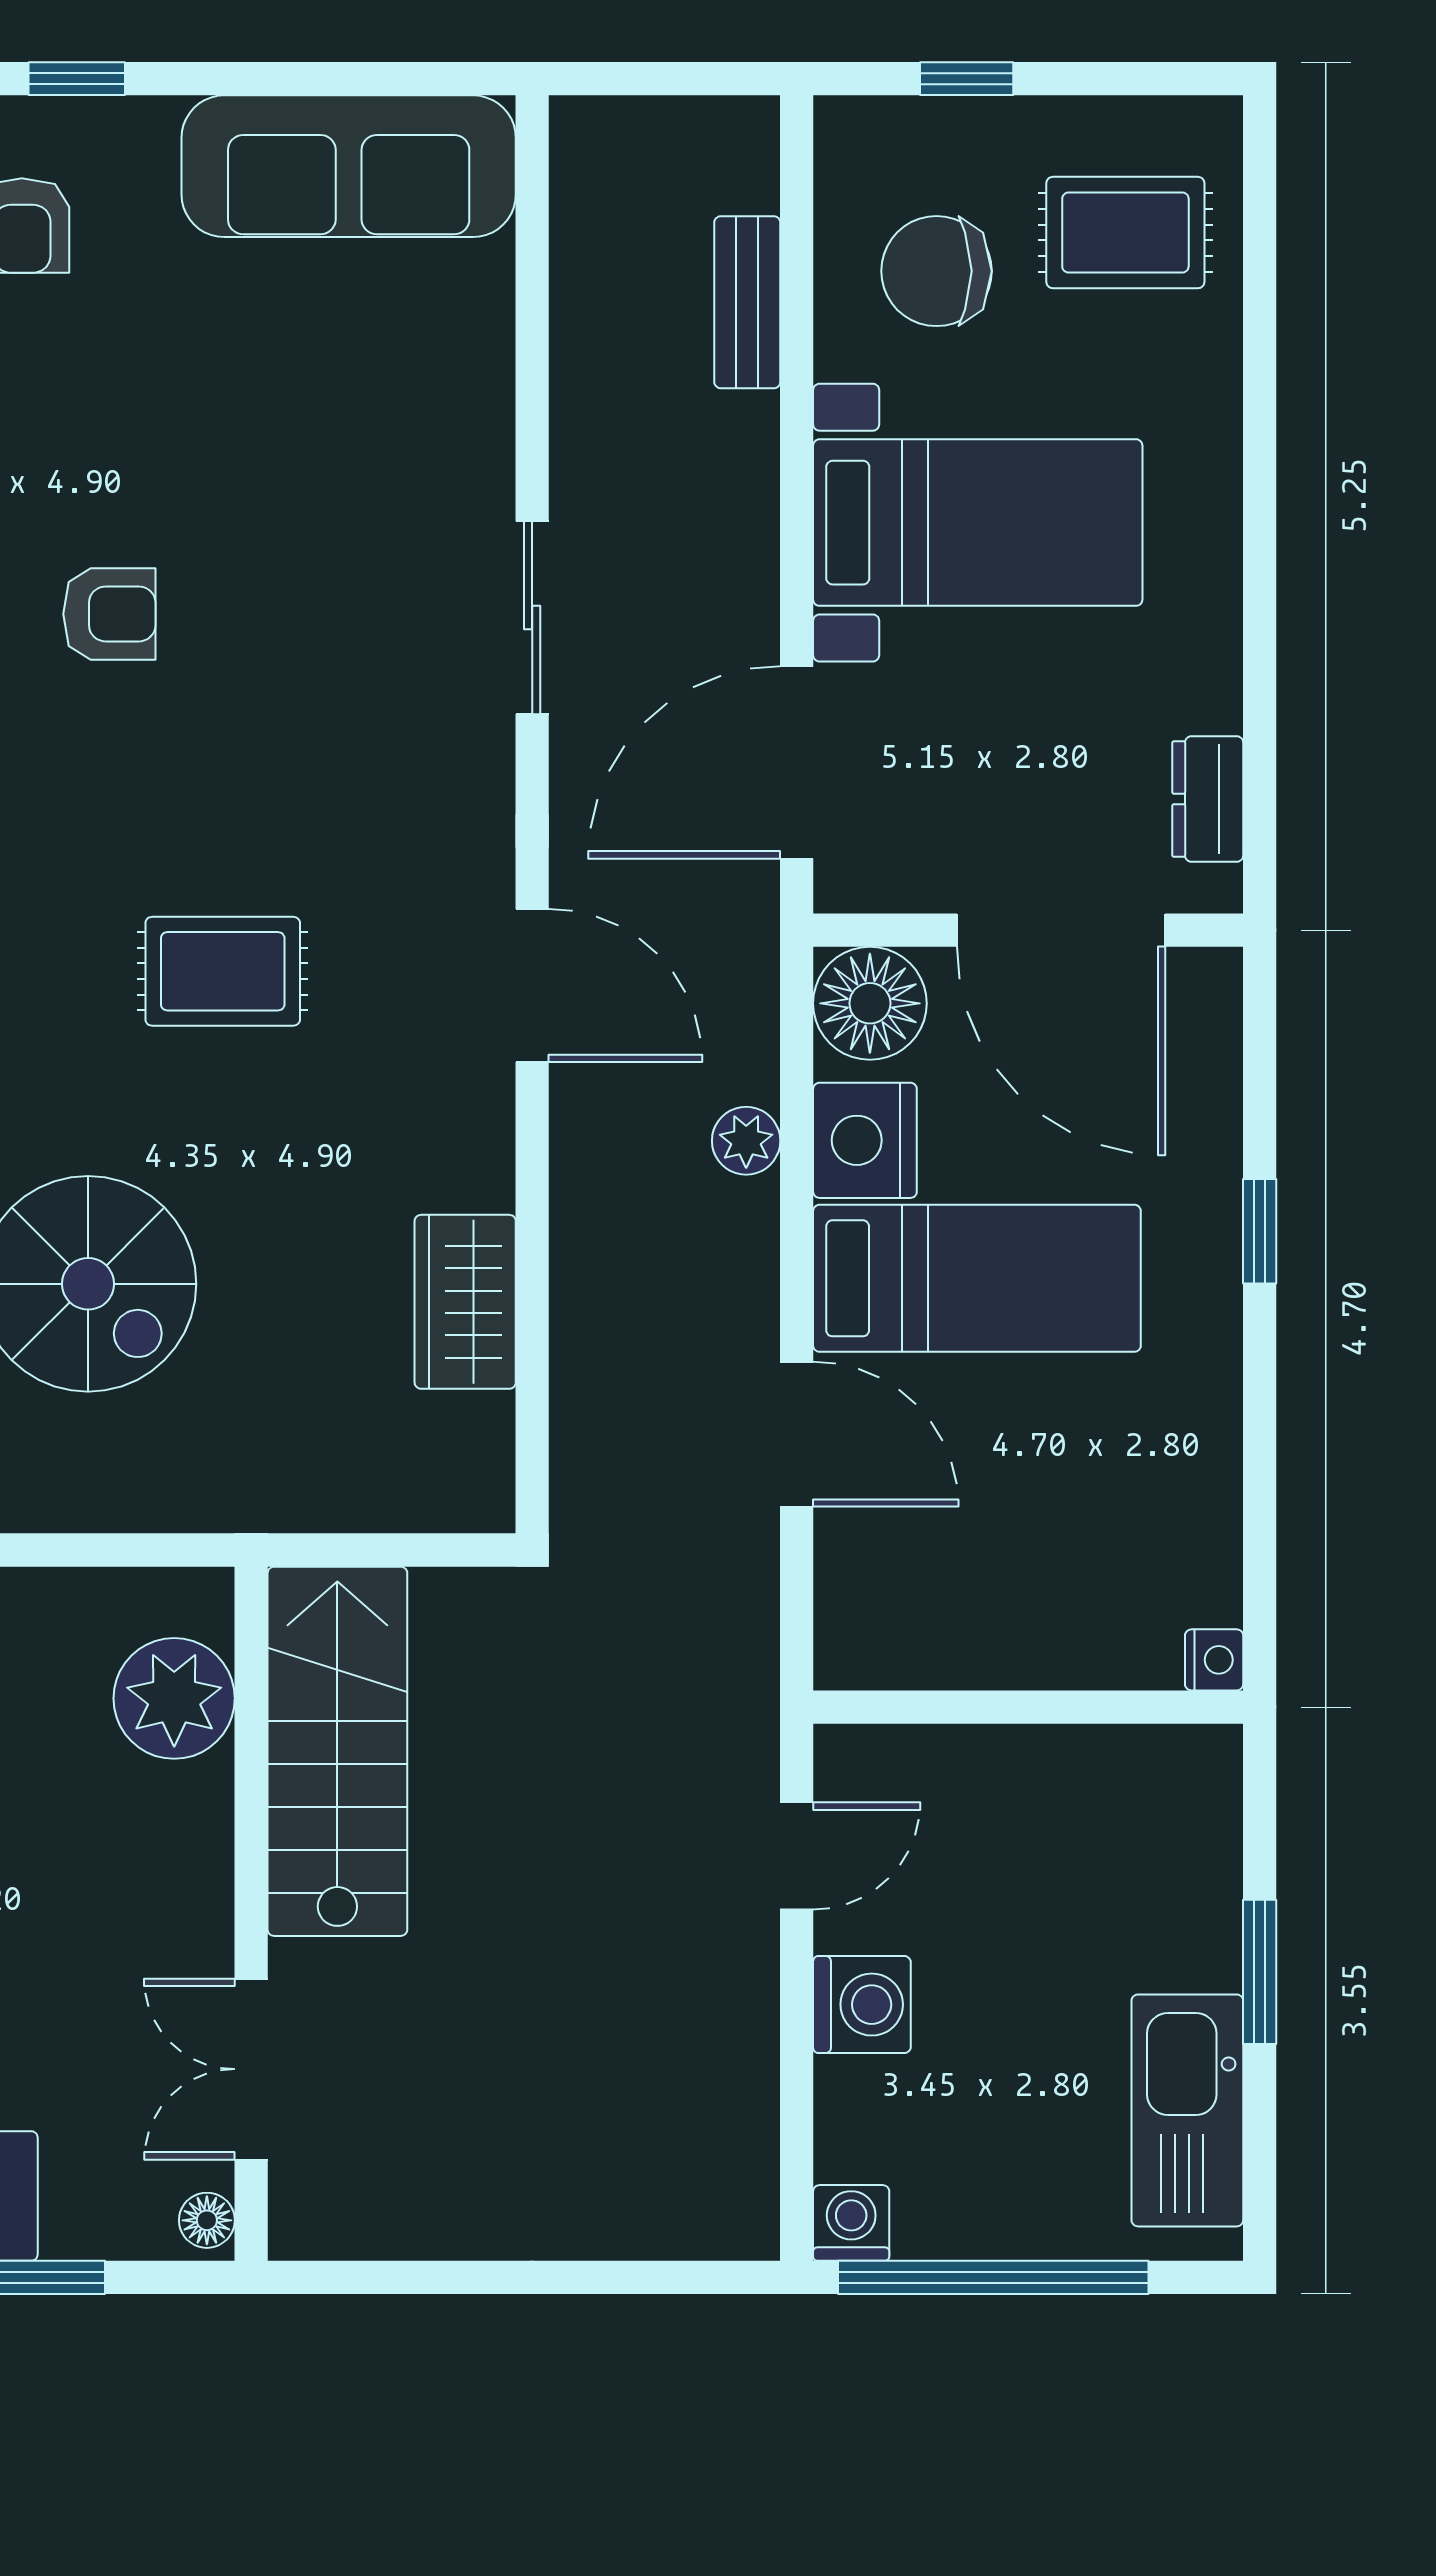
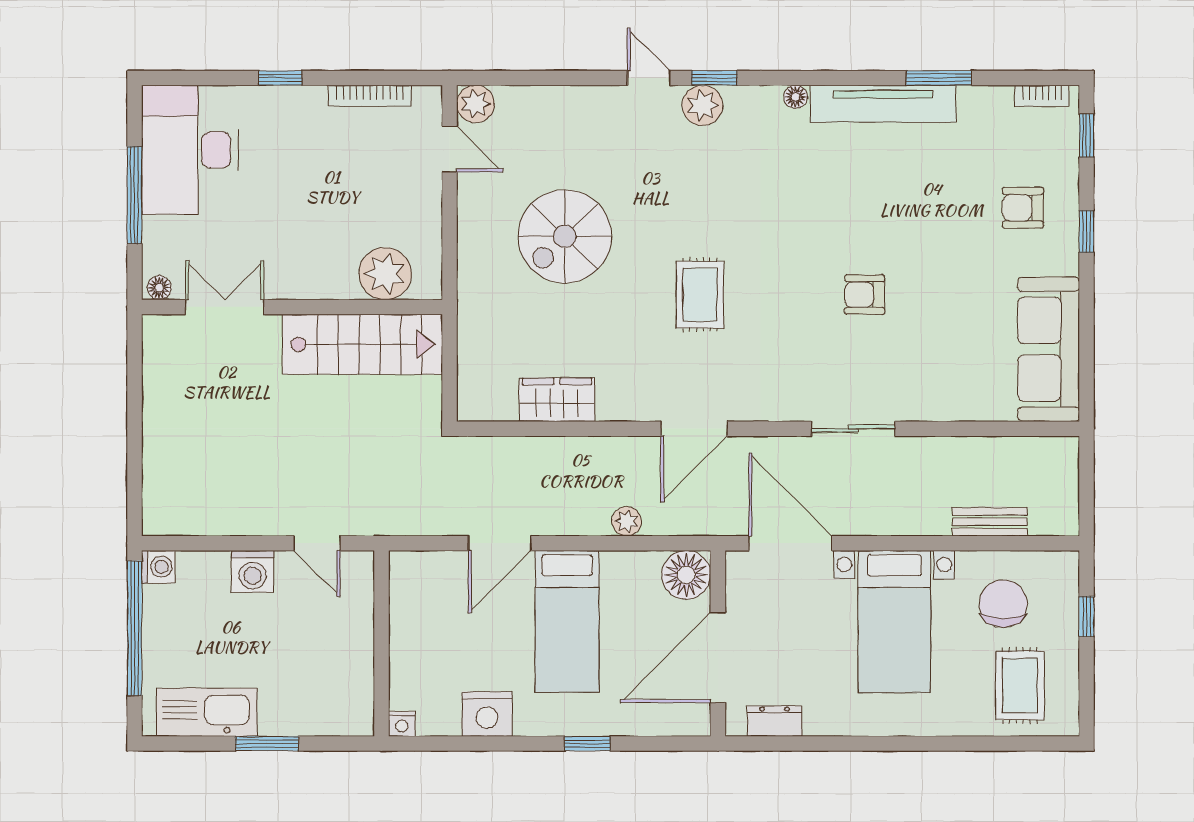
armchair: (109, 614) -> (865, 295), moved, turned 90
nightstand: (865, 1140) -> (487, 714), moved, turned 180

